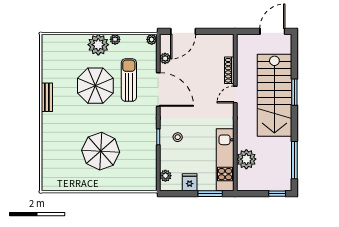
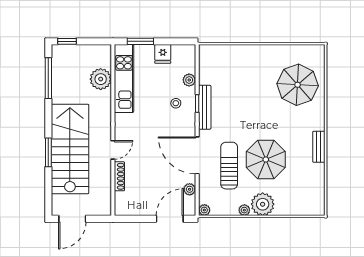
sun lounger: (129, 80) -> (229, 166), turned 180
bench: (151, 133) -> (205, 107), added
parasol: (101, 151) -> (298, 85), moved
plant: (165, 176) -> (189, 80), moved

